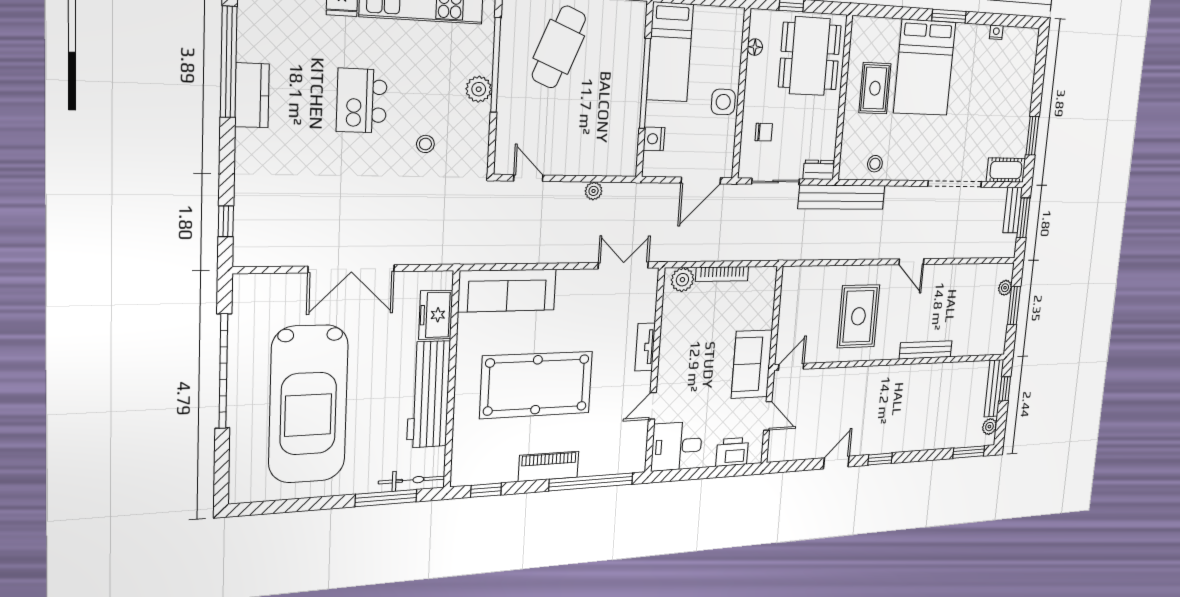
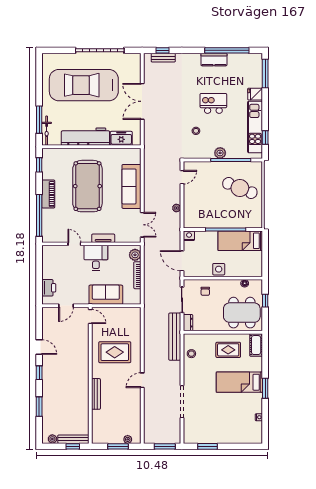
bed: (925, 68) -> (239, 382), width x0.67
nightstand: (654, 139) -> (189, 236), moved
cot: (1006, 170) -> (256, 345), moved
bench: (1013, 210) -> (163, 58), moved
sofa: (507, 290) -> (131, 186), moved
sofa: (752, 364) -> (106, 295), moved
desk: (677, 446) -> (96, 258), moved
window: (969, 452) -> (39, 407), moved

